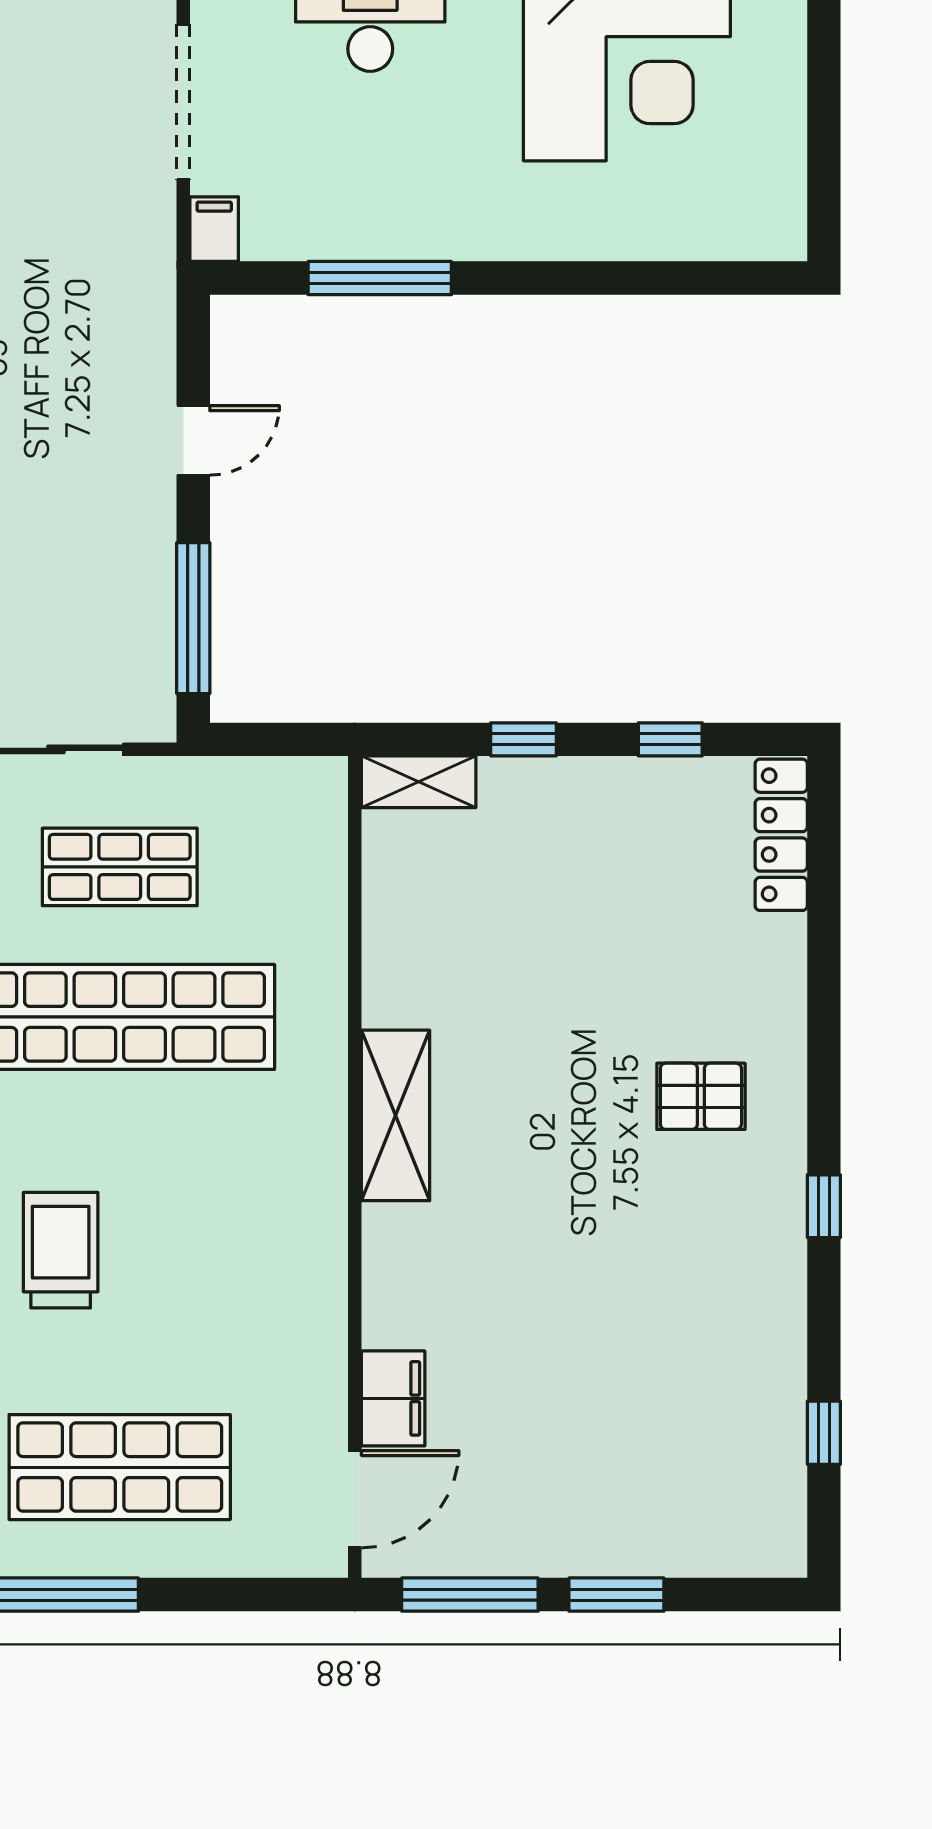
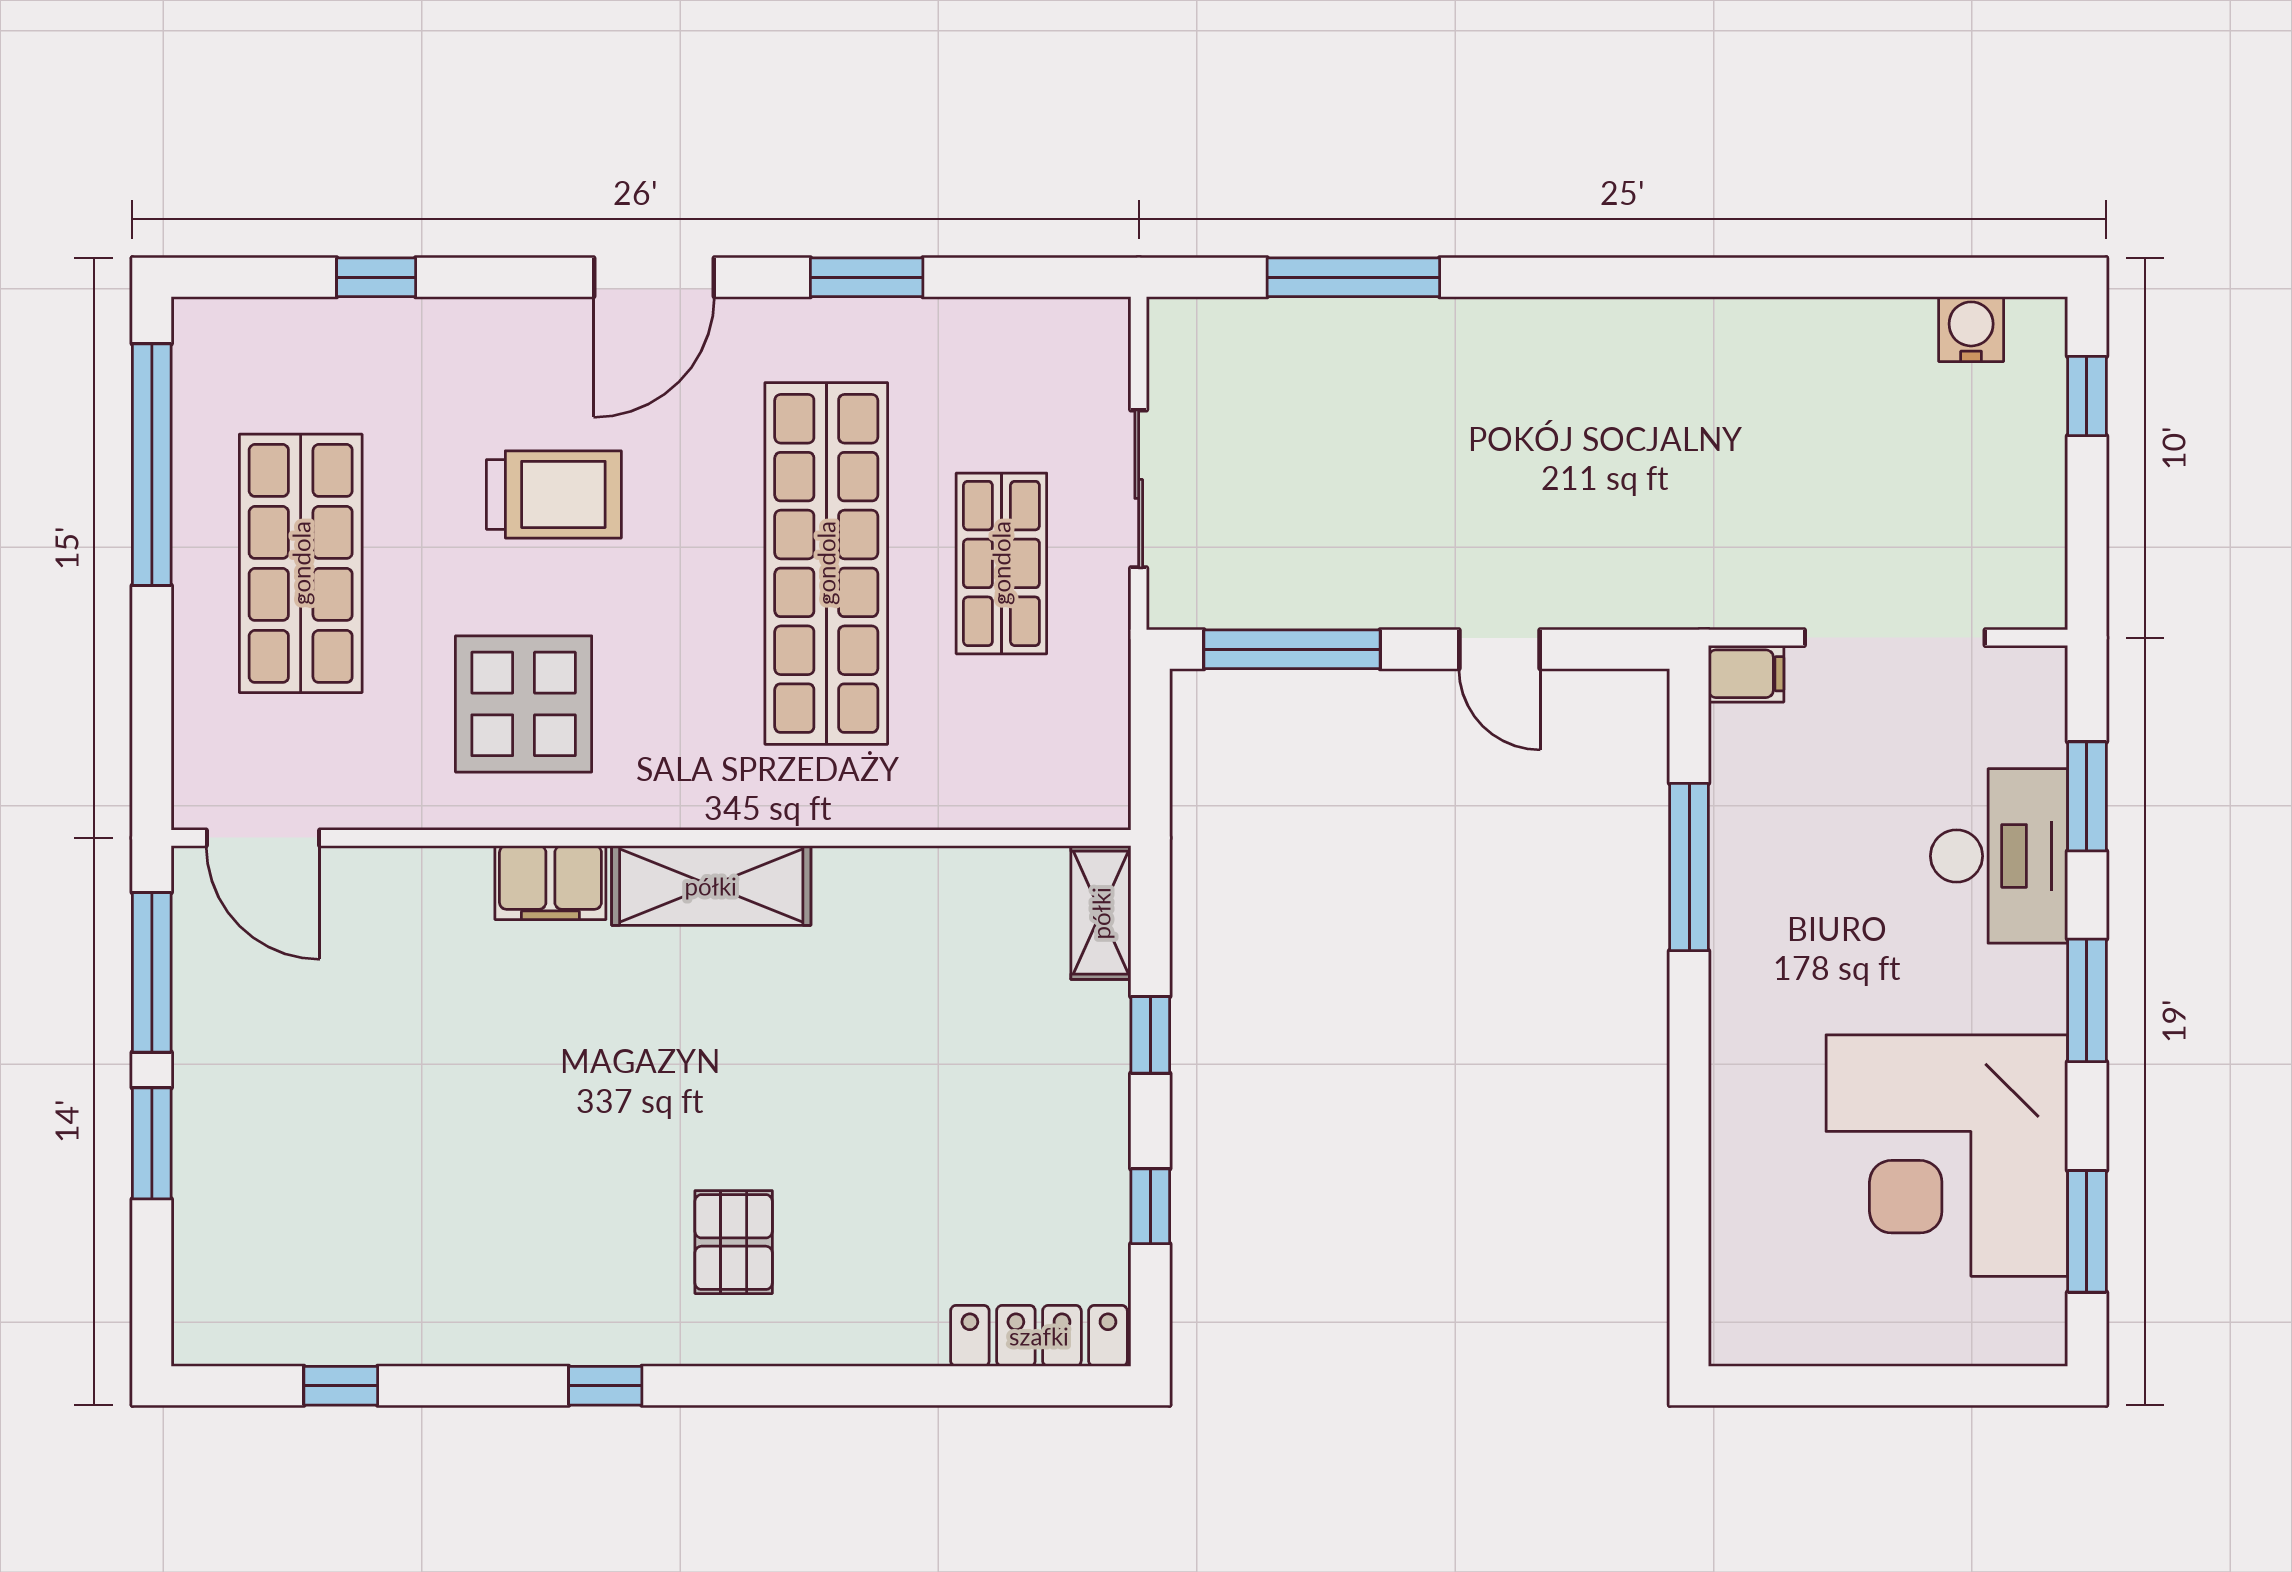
display table: (240, 1276) -> (524, 704), added
filing cabinet: (393, 1398) -> (550, 883), moved

